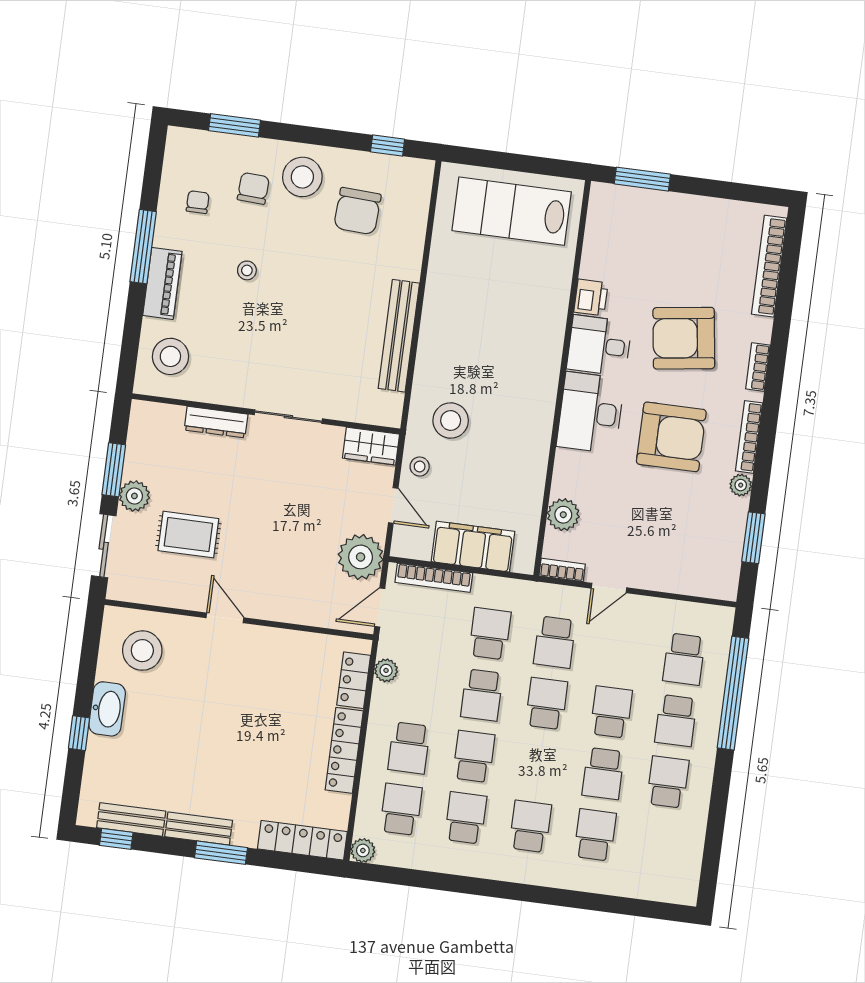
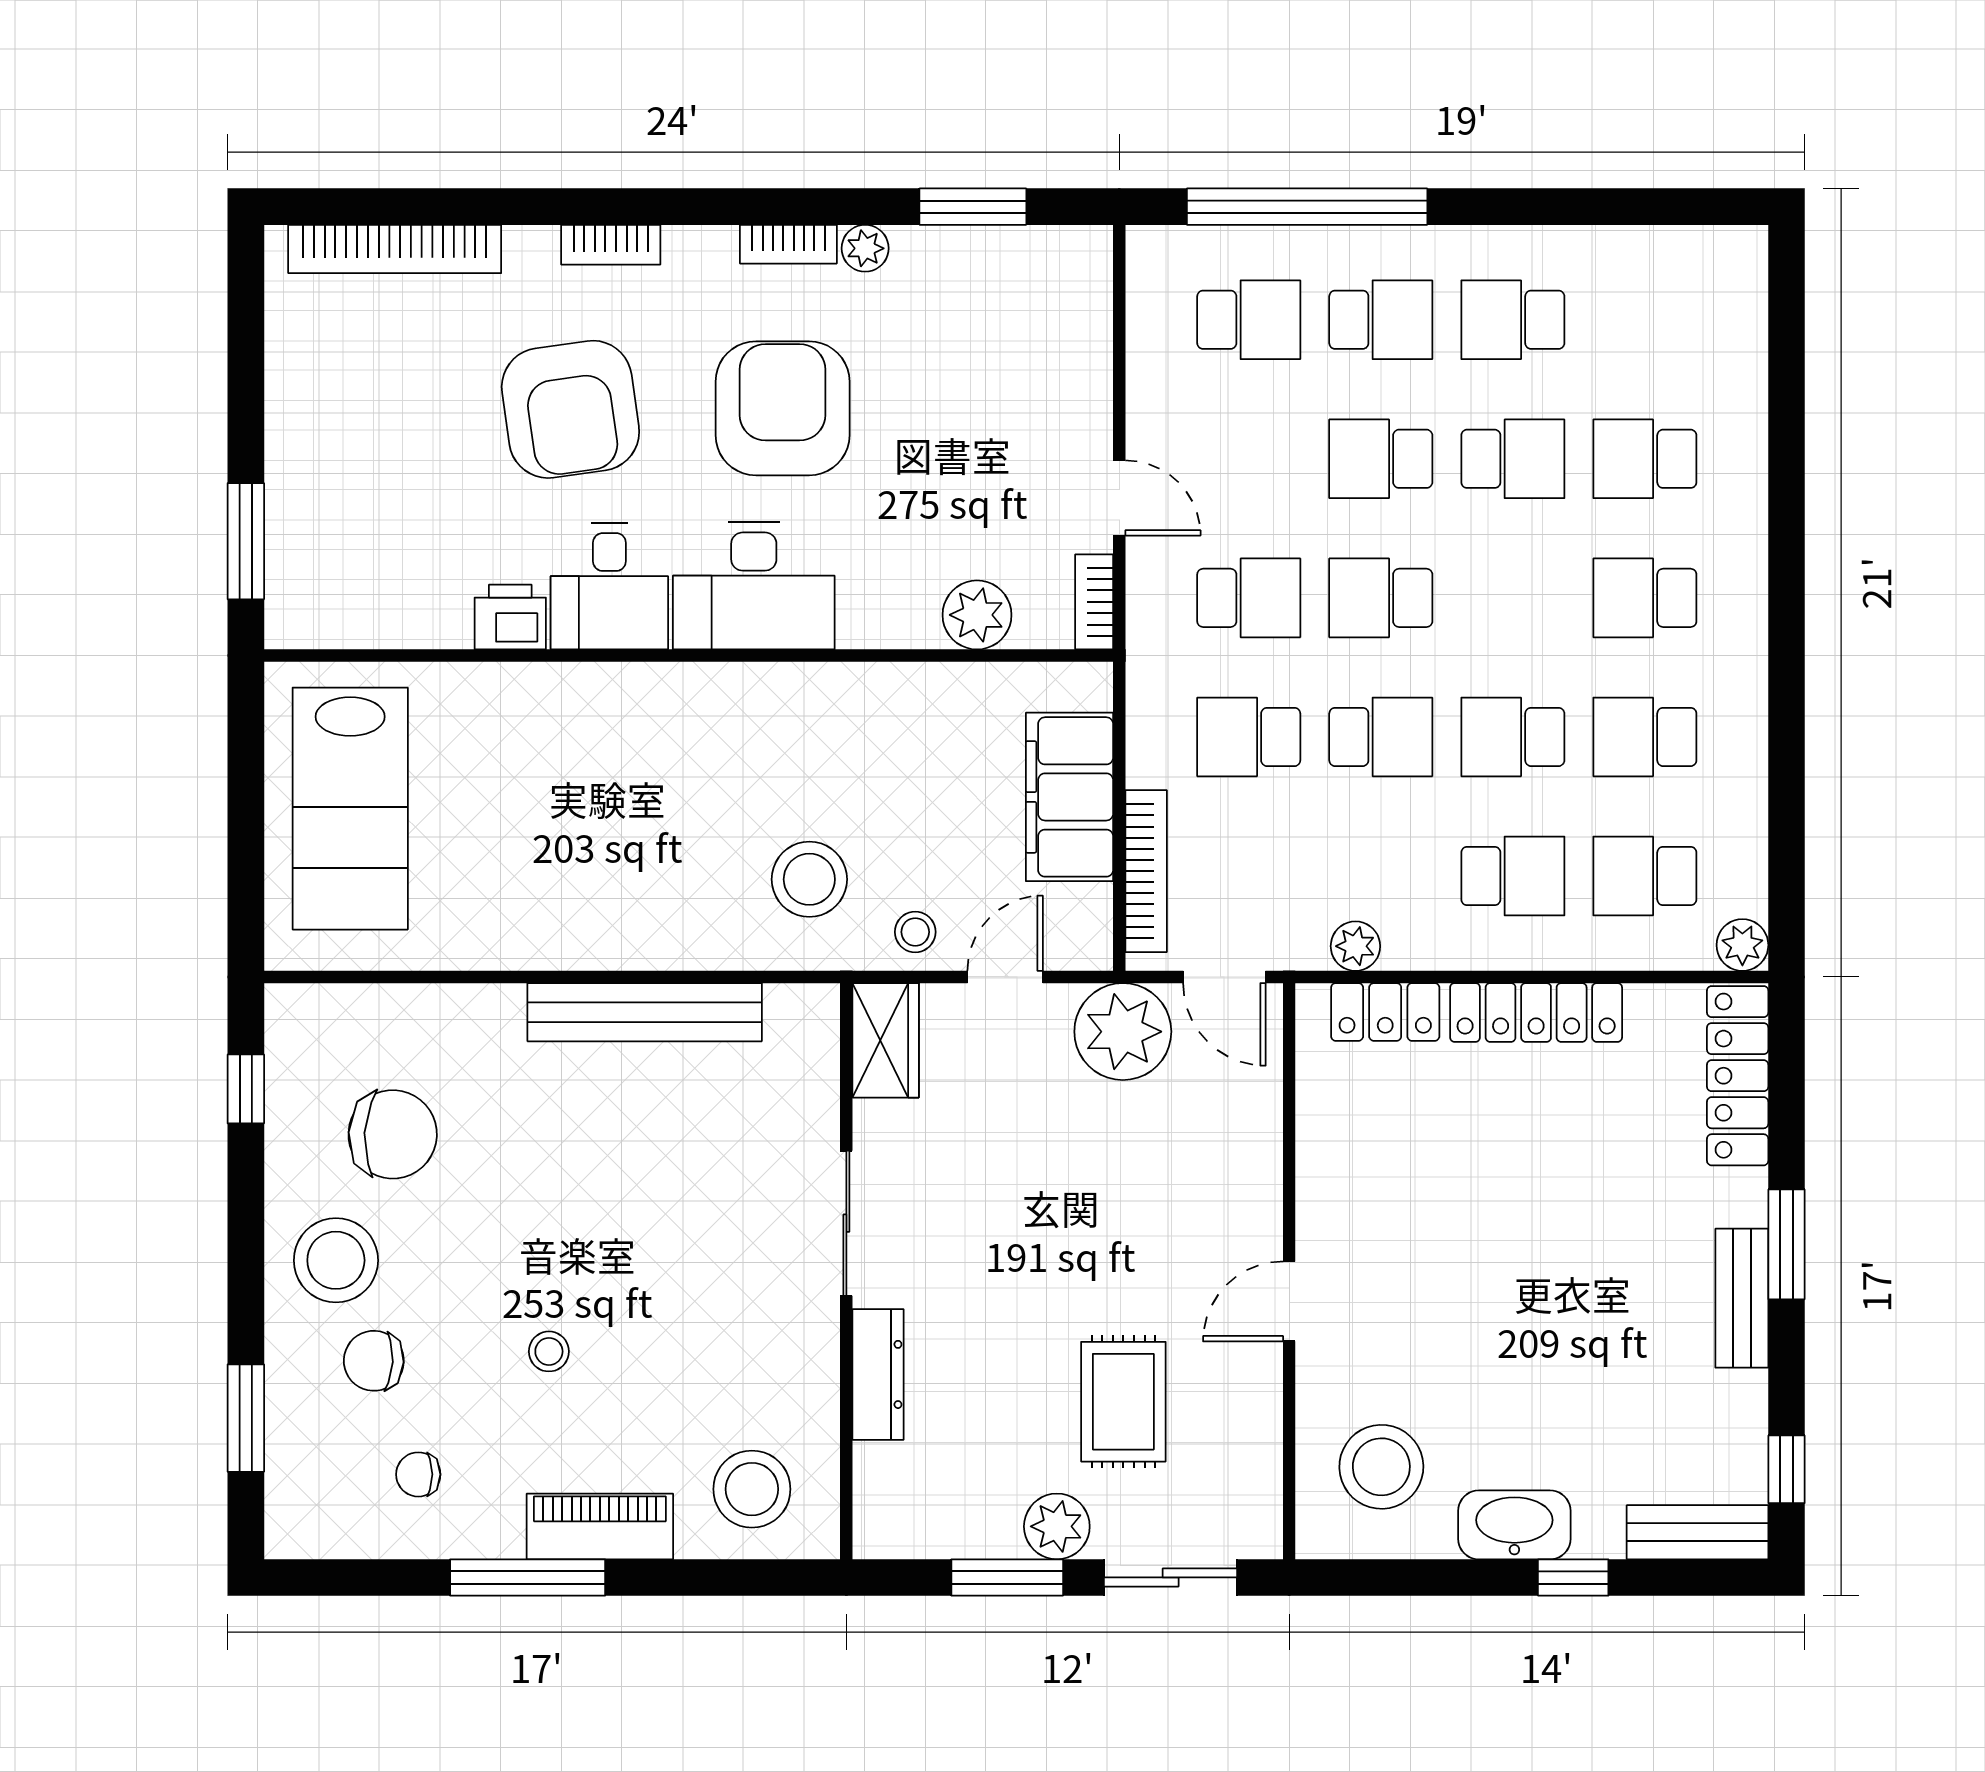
bookcase: (749, 437) -> (788, 244), width x0.64
bench: (131, 819) -> (1697, 1532), moved, turned 90

